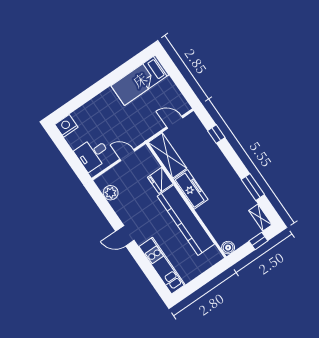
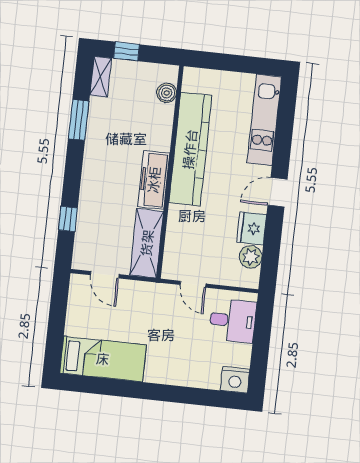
fridge: (160, 180) -> (252, 228), moved, turned 180
door: (125, 236) -> (277, 192), swing flipped
boiler: (228, 248) -> (167, 93), moved

